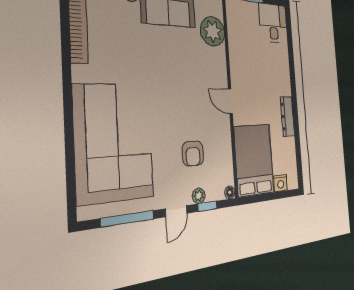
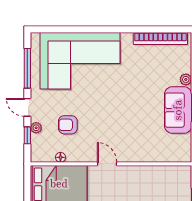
plant: (213, 31) -> (163, 150), removed
door: (230, 101) -> (107, 164), hinge flipped
floor lamp: (230, 192) -> (60, 157), moved

